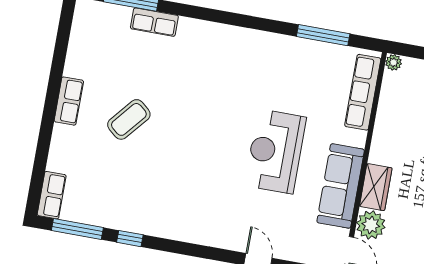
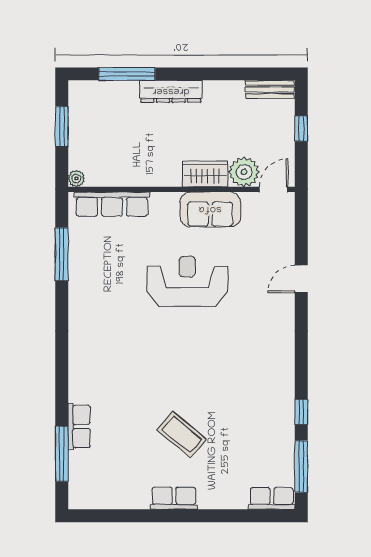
reception desk: (275, 151) -> (187, 281), turned 180
sofa: (341, 186) -> (210, 209), width x0.73

